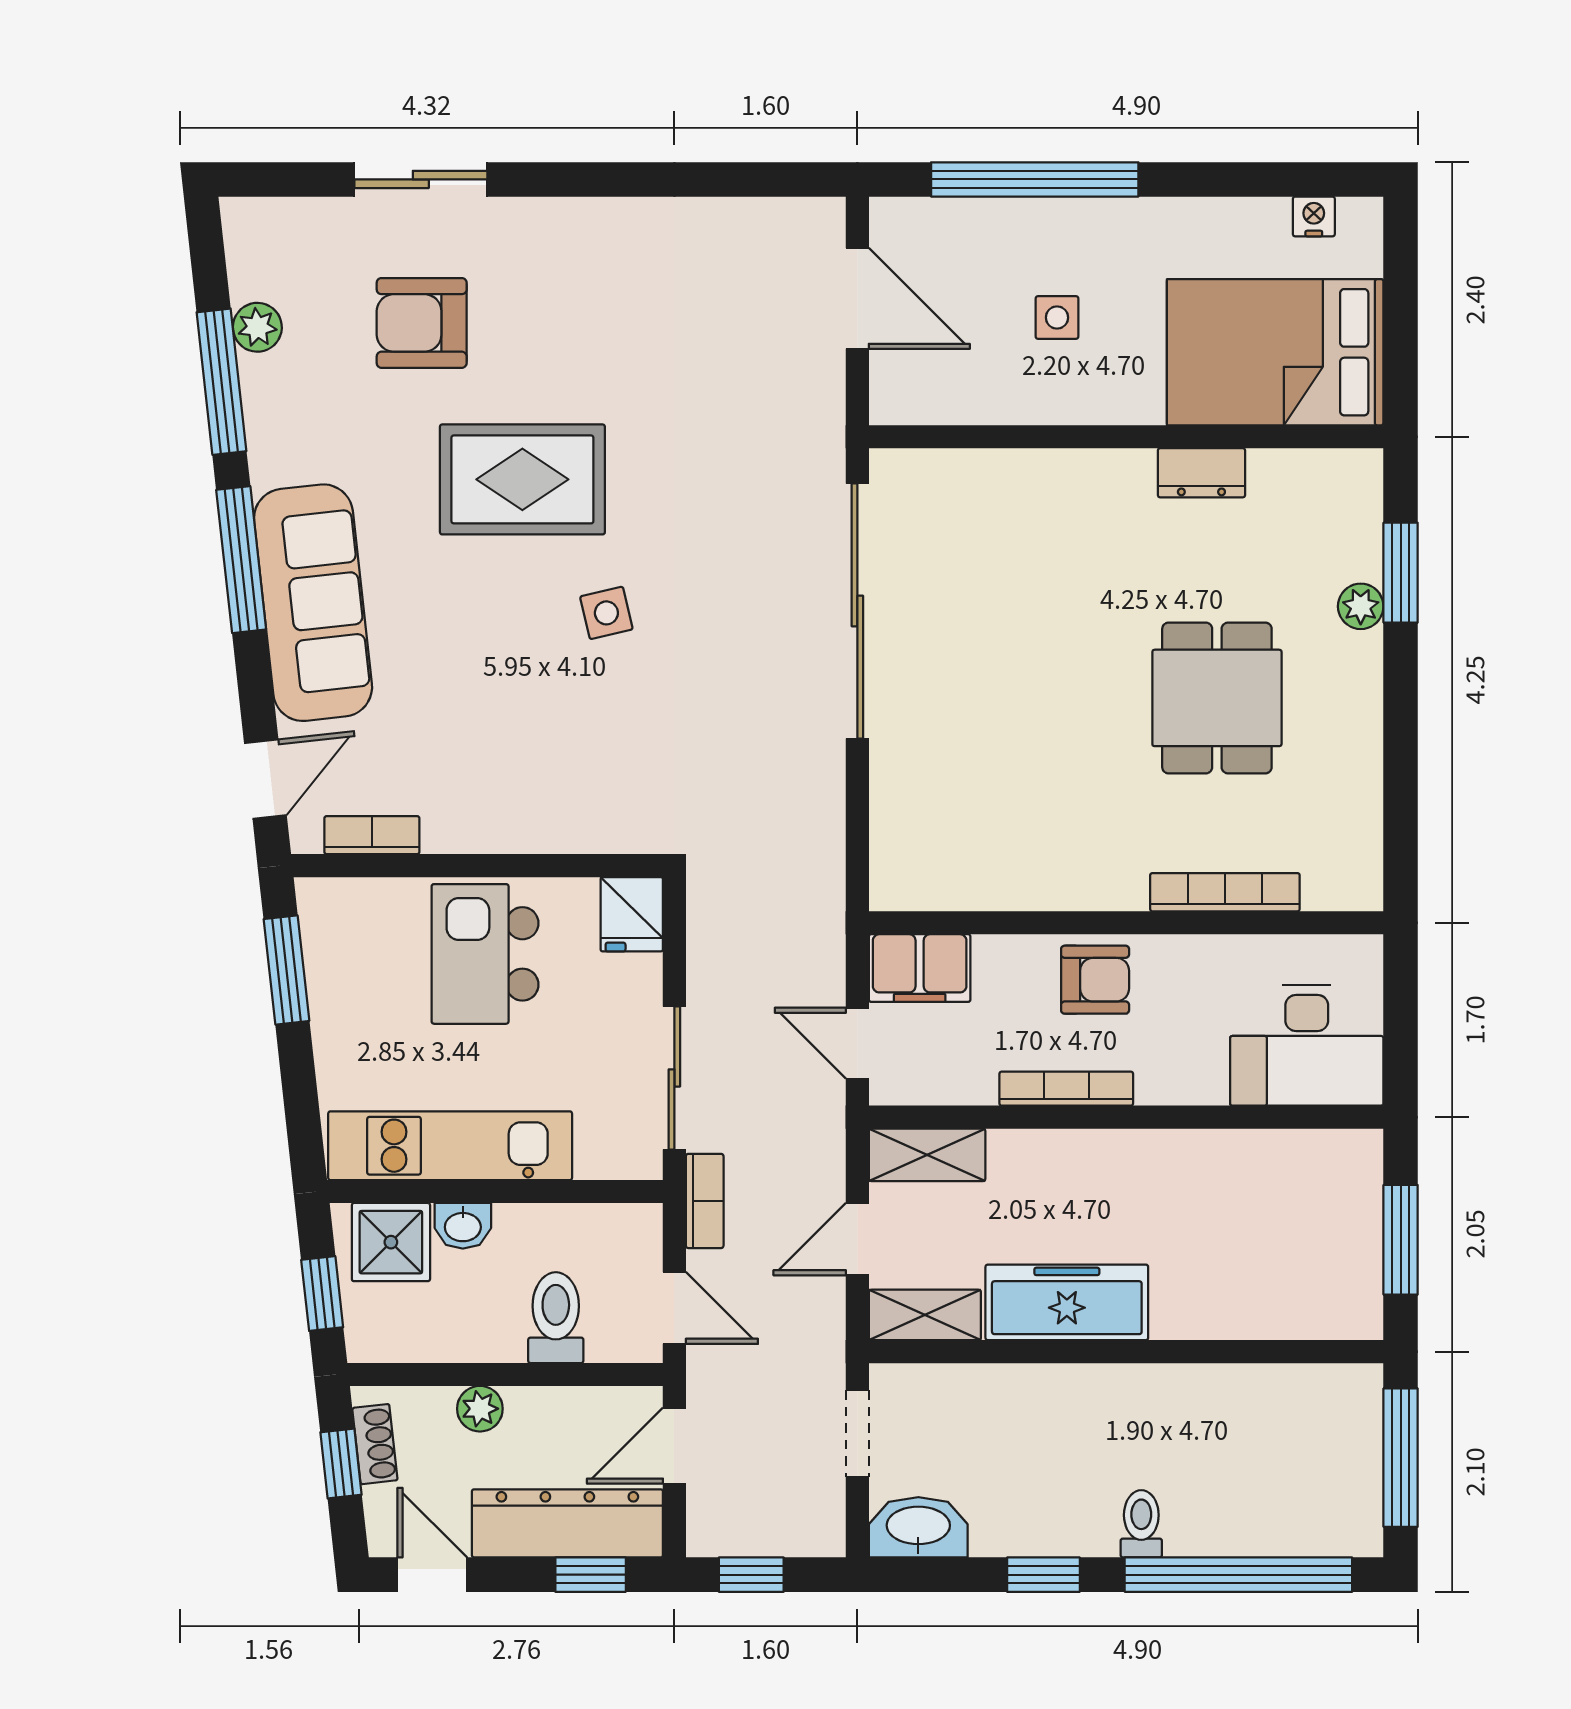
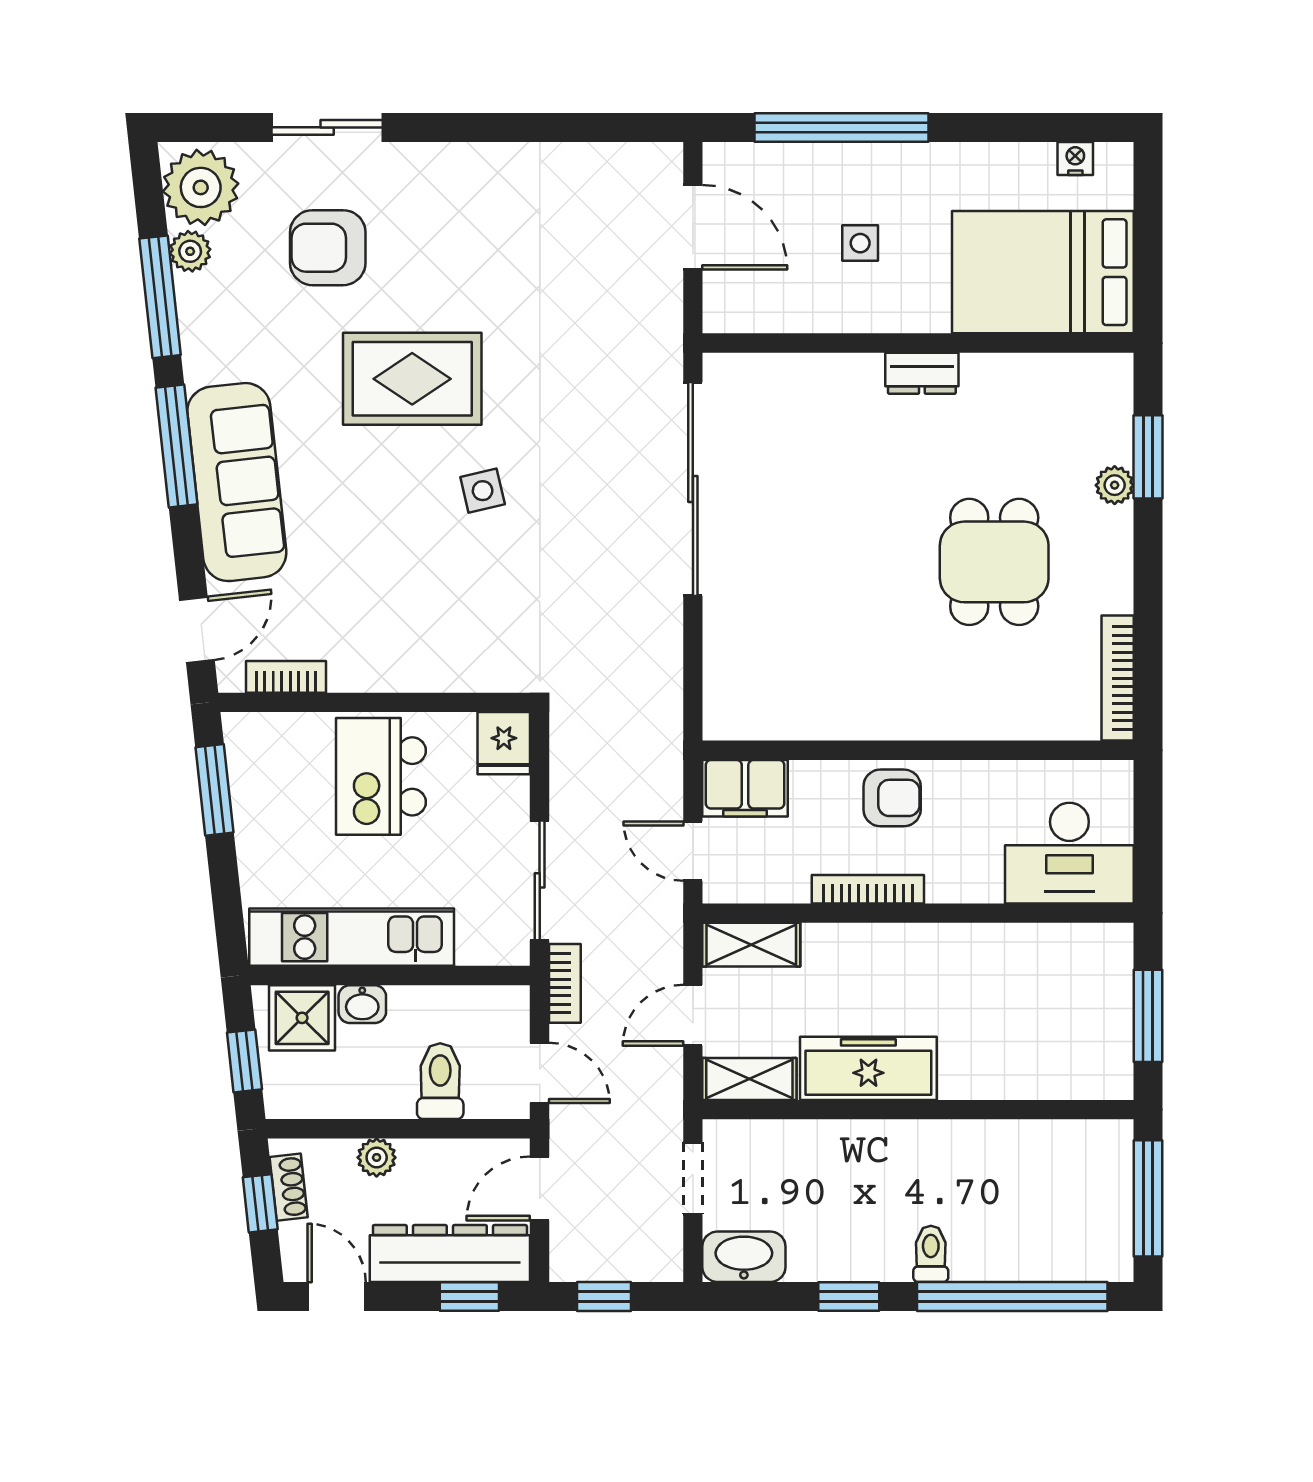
plant: (270, 251) -> (201, 187), added
dresser: (1201, 473) -> (922, 373), moved
bookcase: (1225, 892) -> (1118, 678), moved, turned -90

